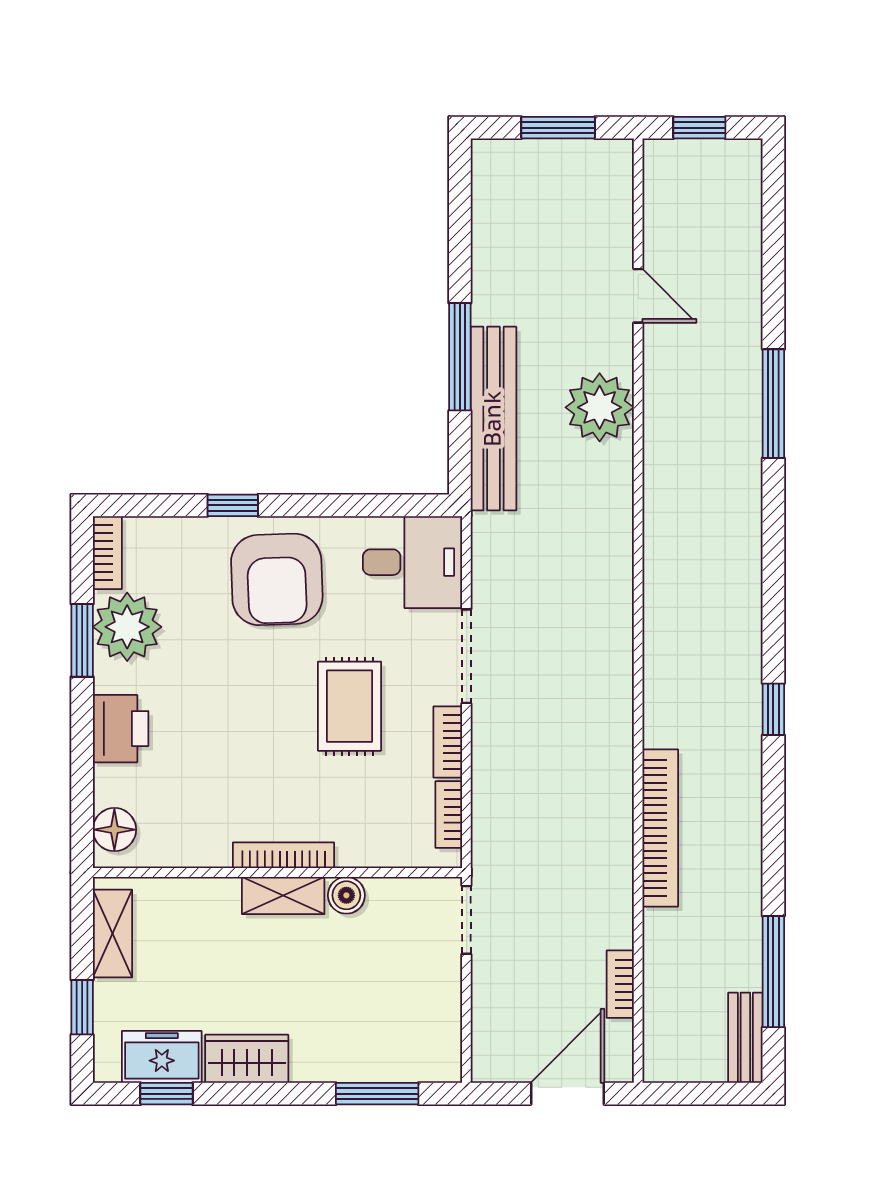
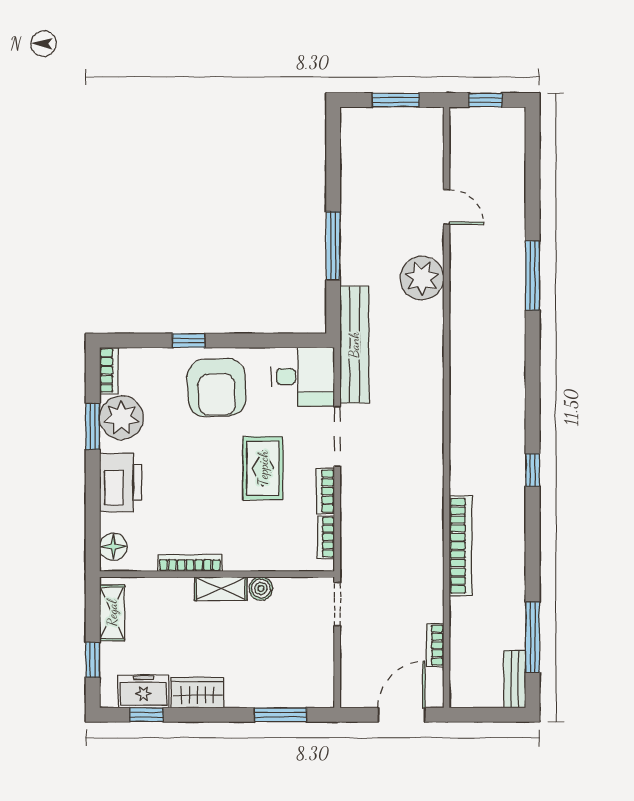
bench: (493, 419) -> (354, 345), moved
printer: (121, 729) -> (121, 482), width x1.37, depth x1.19
bookcase: (283, 855) -> (190, 563), moved

